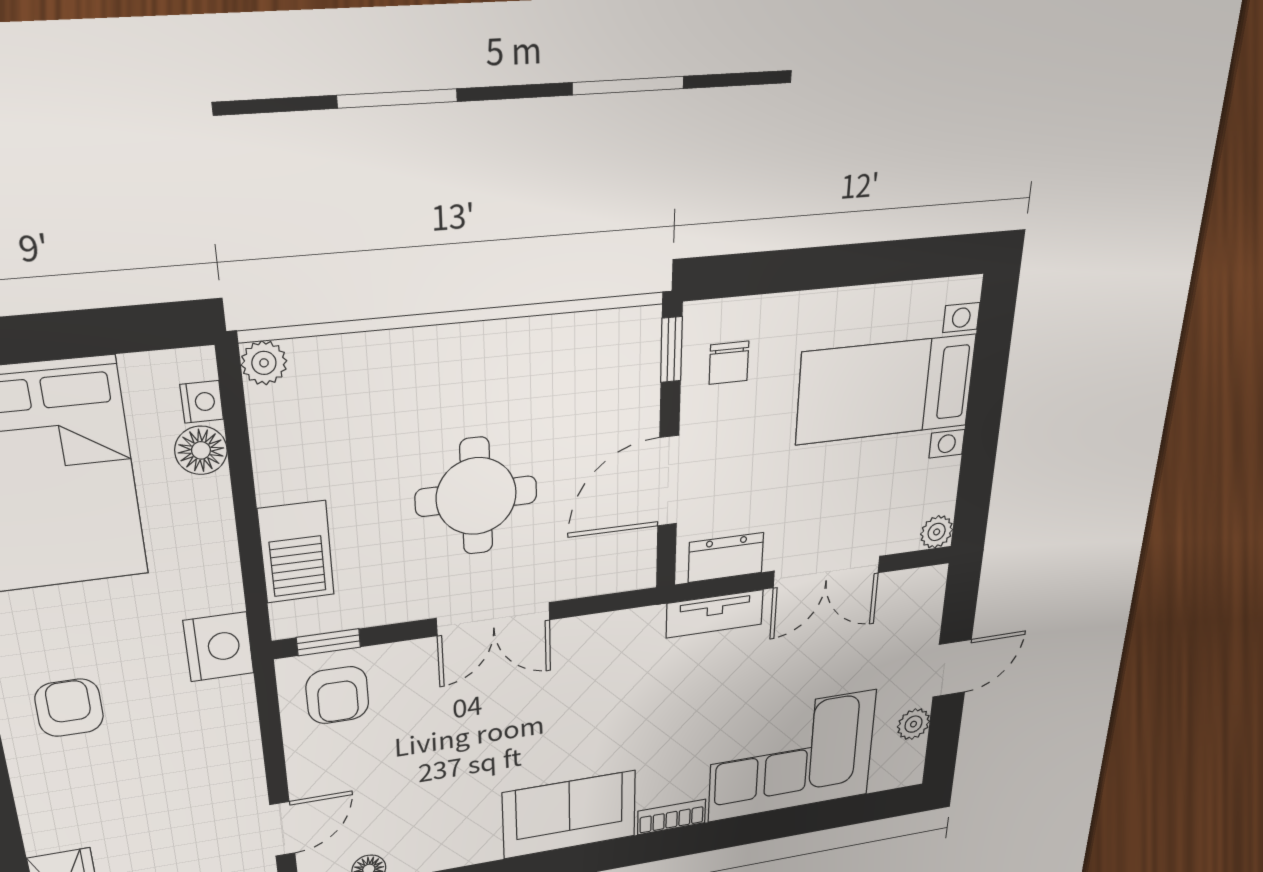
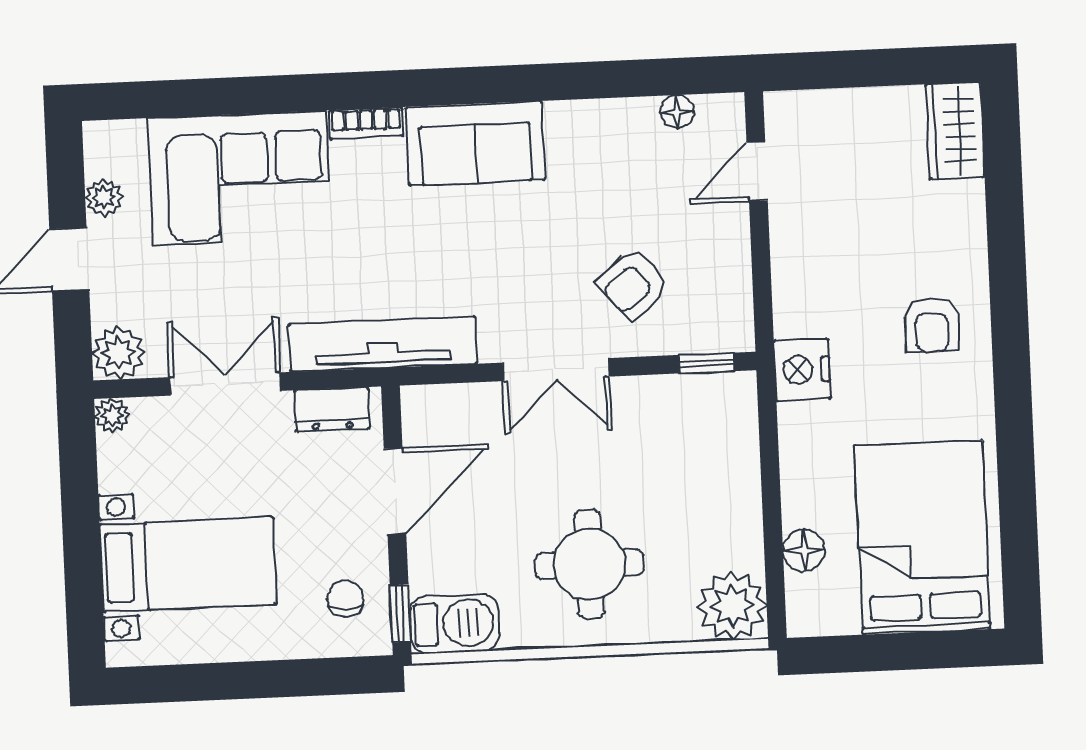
plant: (264, 363) -> (732, 606), width x1.88, depth x1.88
nightstand: (202, 402) -> (800, 592), removed
round table: (476, 496) -> (589, 564), moved
barbecue: (296, 552) -> (455, 624), moved, turned 90
plant: (922, 591) -> (119, 353), added
tv unit: (715, 614) -> (383, 344), width x1.92, depth x1.29
double door: (494, 619) -> (556, 370), swing flipped
armchair: (337, 695) -> (633, 284), moved, turned -130

